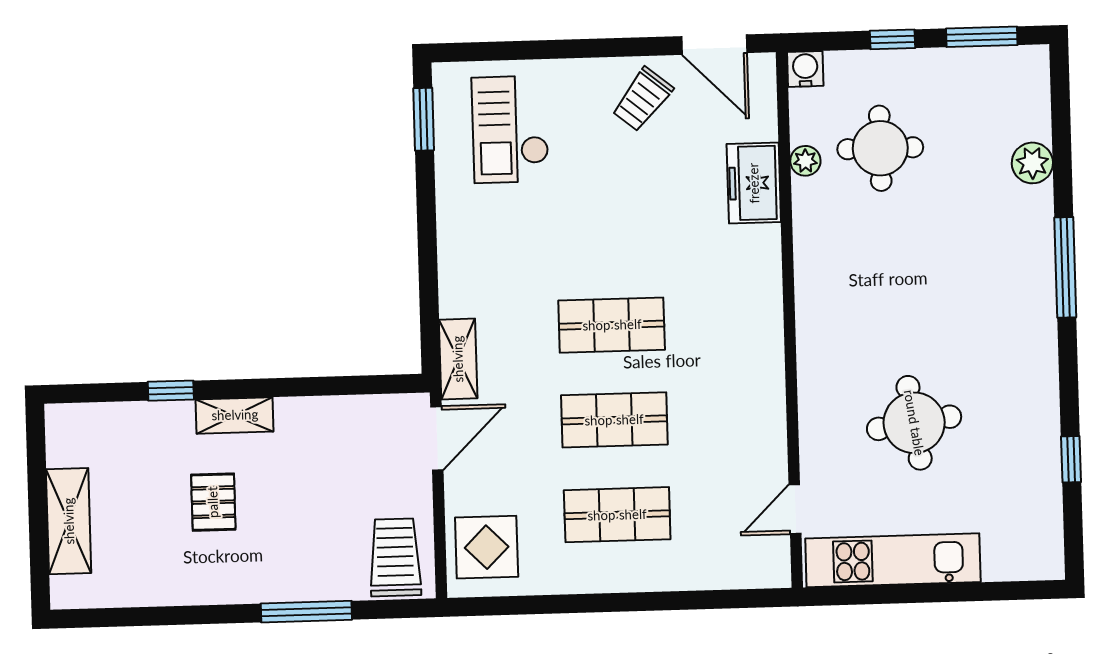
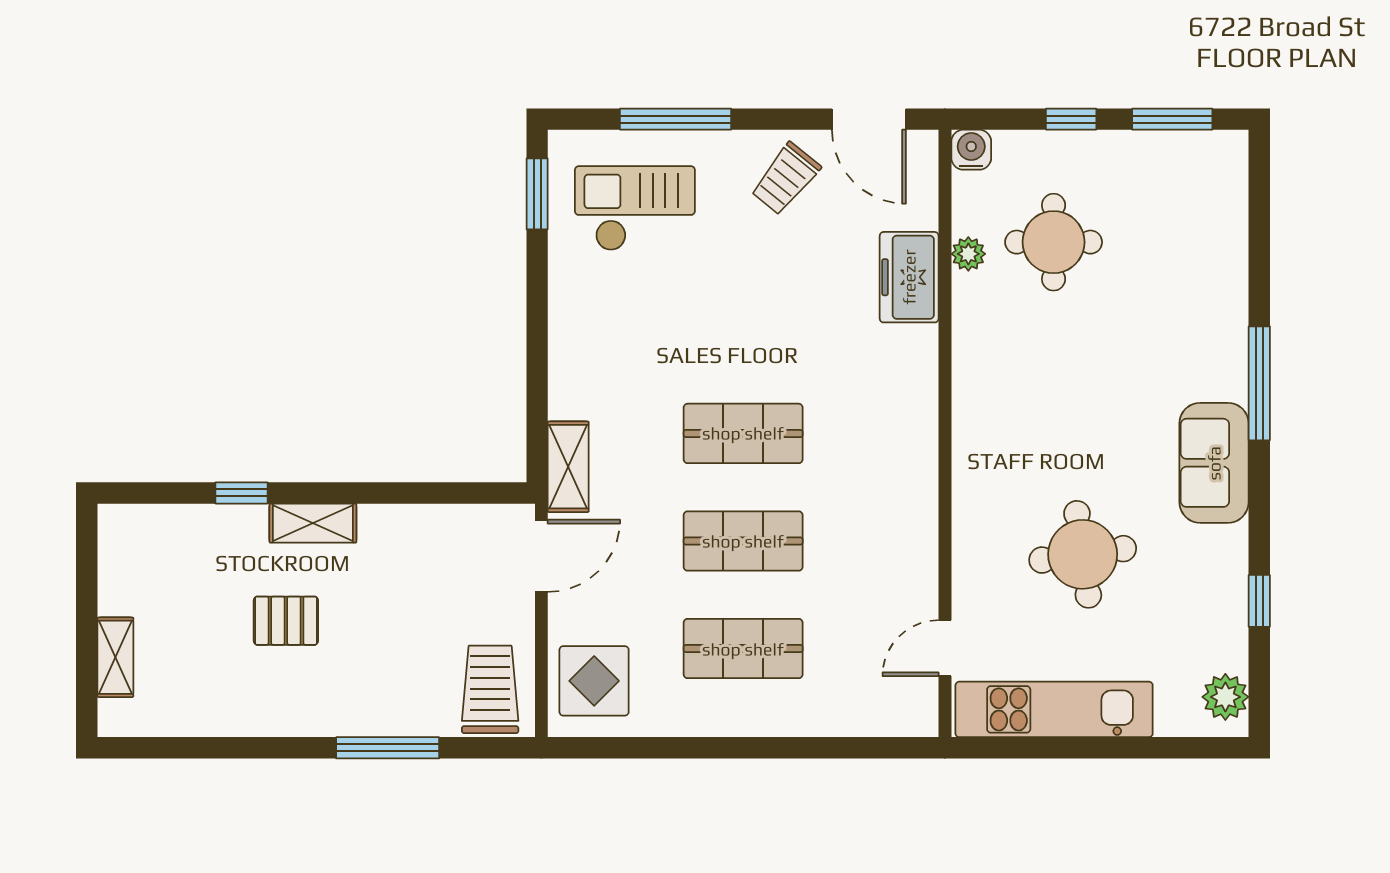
window: (544, 50) -> (676, 119), added
checkout: (510, 129) -> (635, 208), turned 90
plant: (1032, 163) -> (1225, 697), moved
sofa: (1027, 339) -> (1214, 463), added
pallet: (213, 502) -> (286, 621), turned 90
shelving: (69, 521) -> (115, 657), width x0.67, depth x0.75

